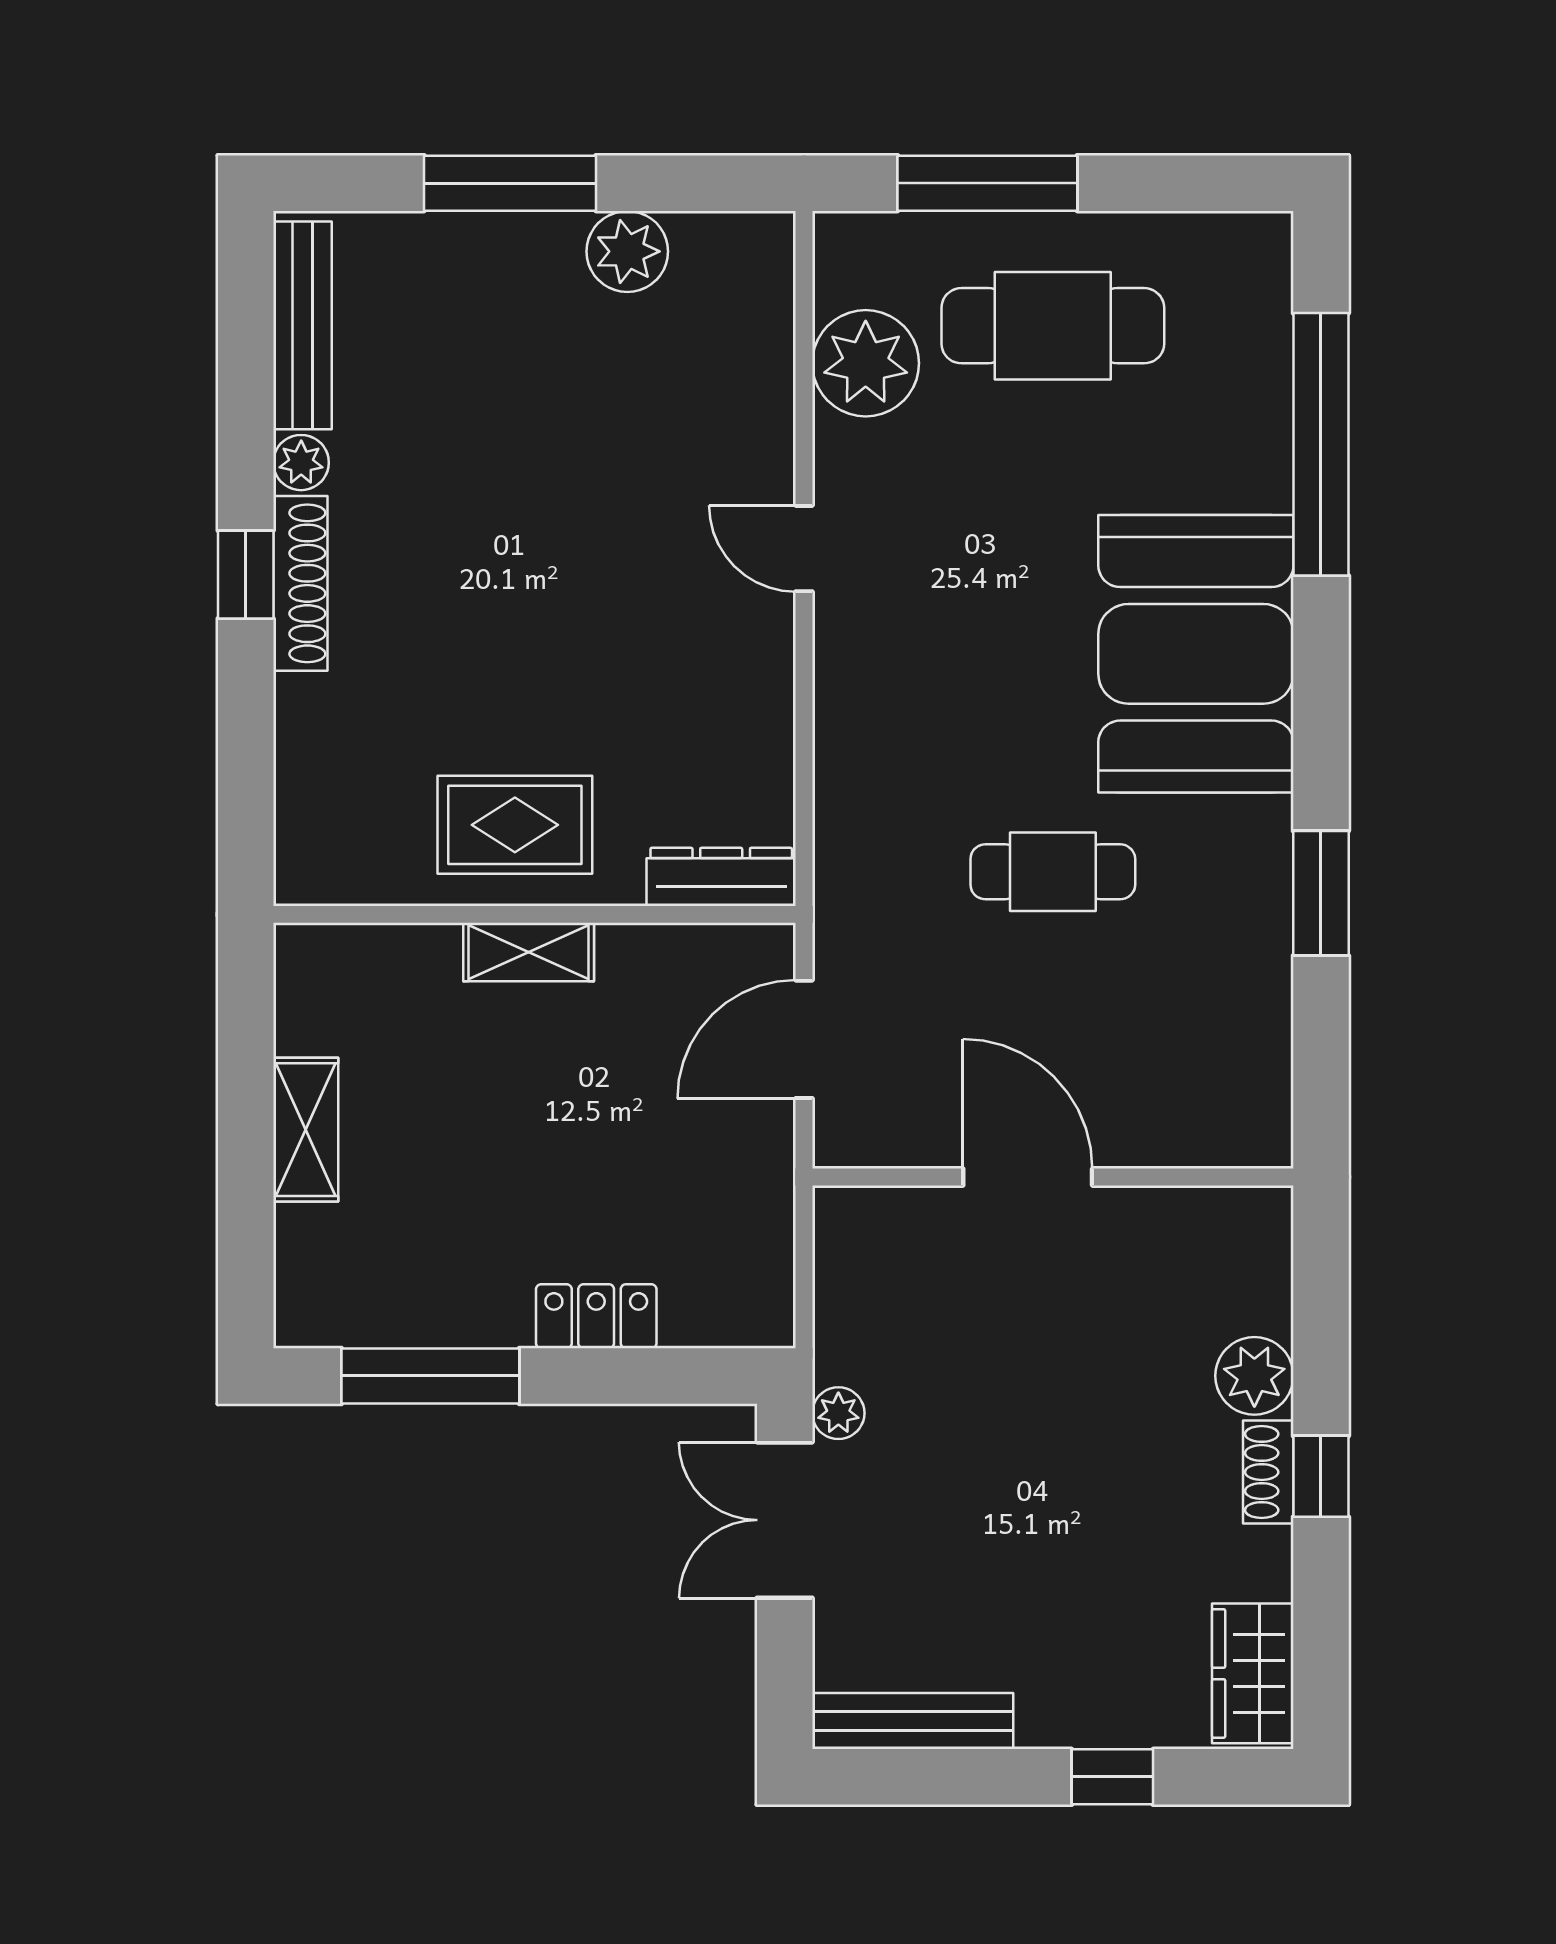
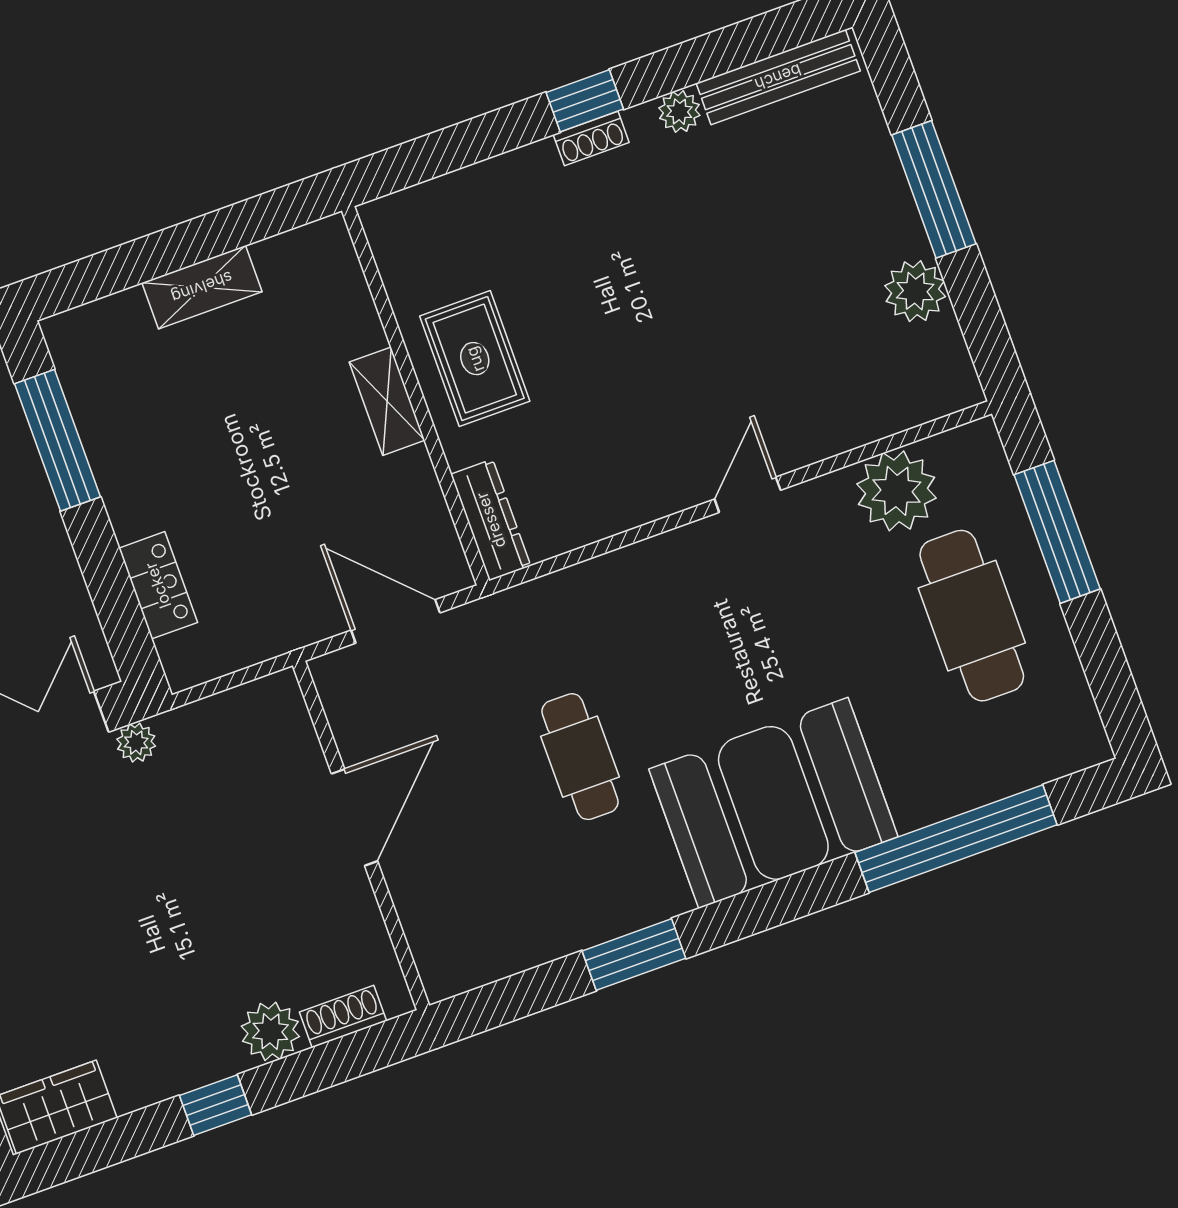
shoe rack: (300, 583) -> (591, 139), width x0.51, depth x0.81
locker: (596, 1316) -> (158, 585), moved
shoe rack: (1268, 1472) -> (343, 1016), moved

